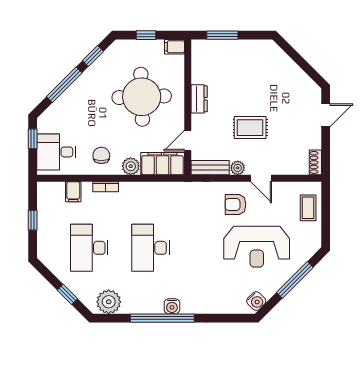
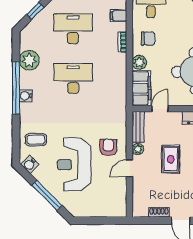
door: (188, 141) -> (160, 109), hinge flipped
shoe rack: (315, 162) -> (159, 212), moved
coffee table: (308, 208) -> (36, 140), moved
plant: (109, 302) -> (29, 60), moved

